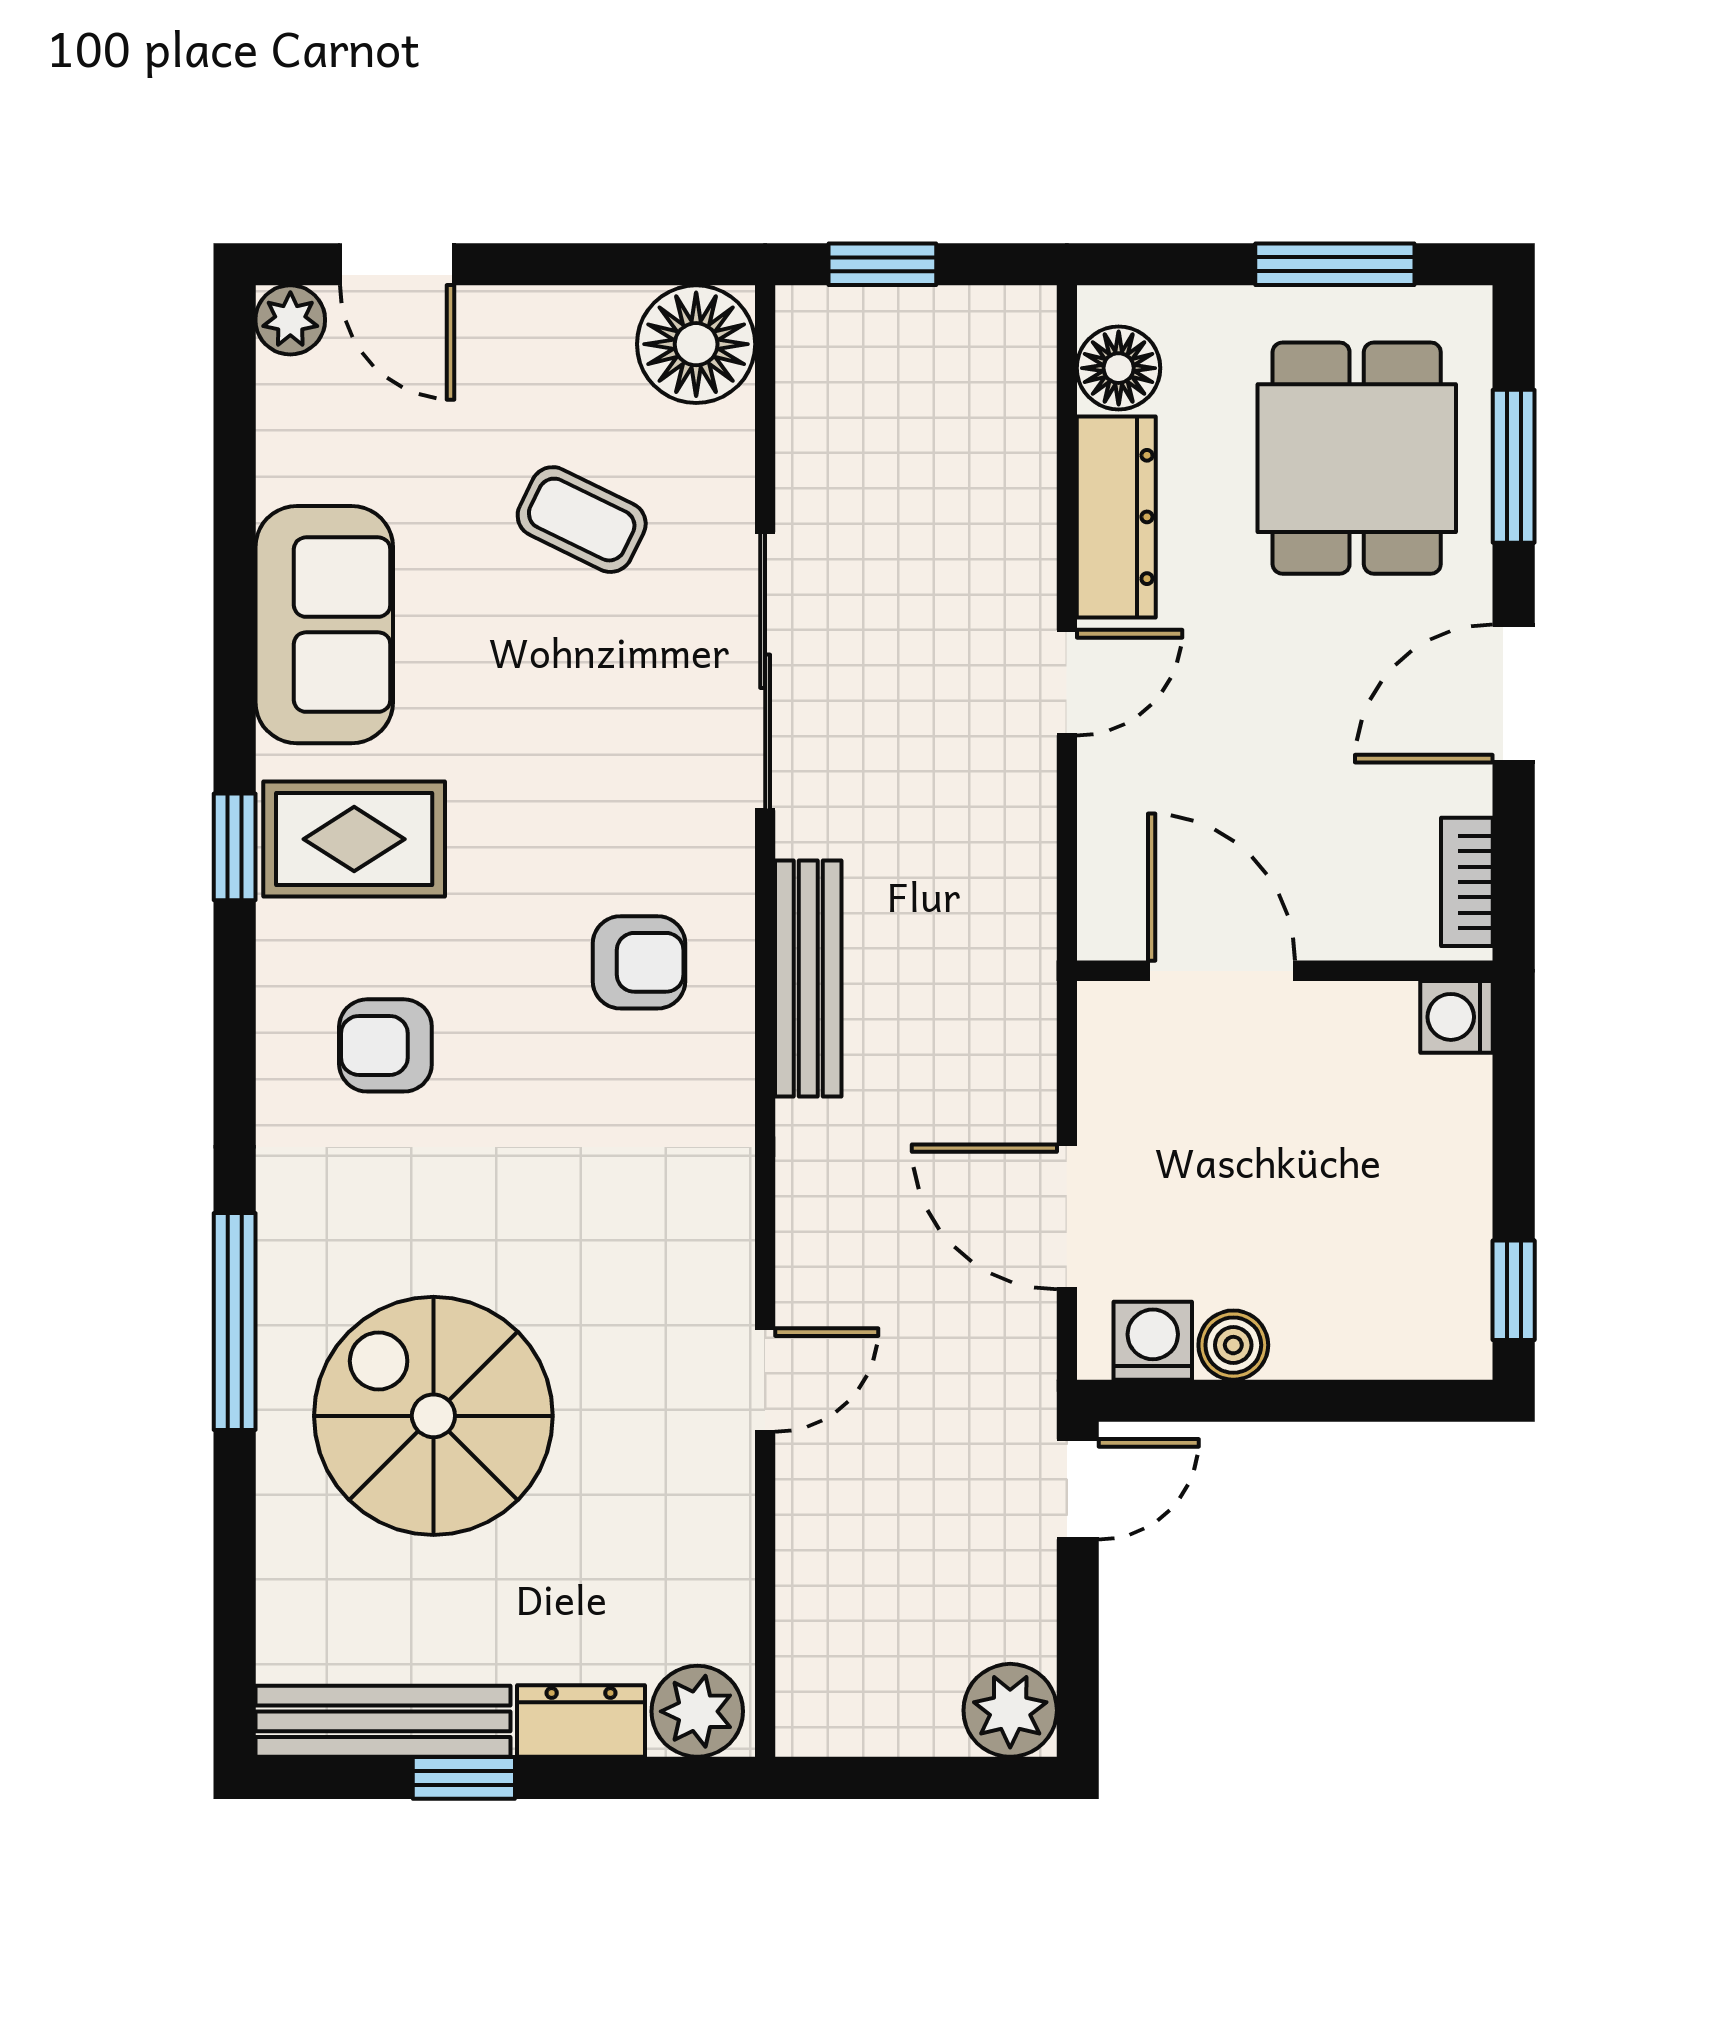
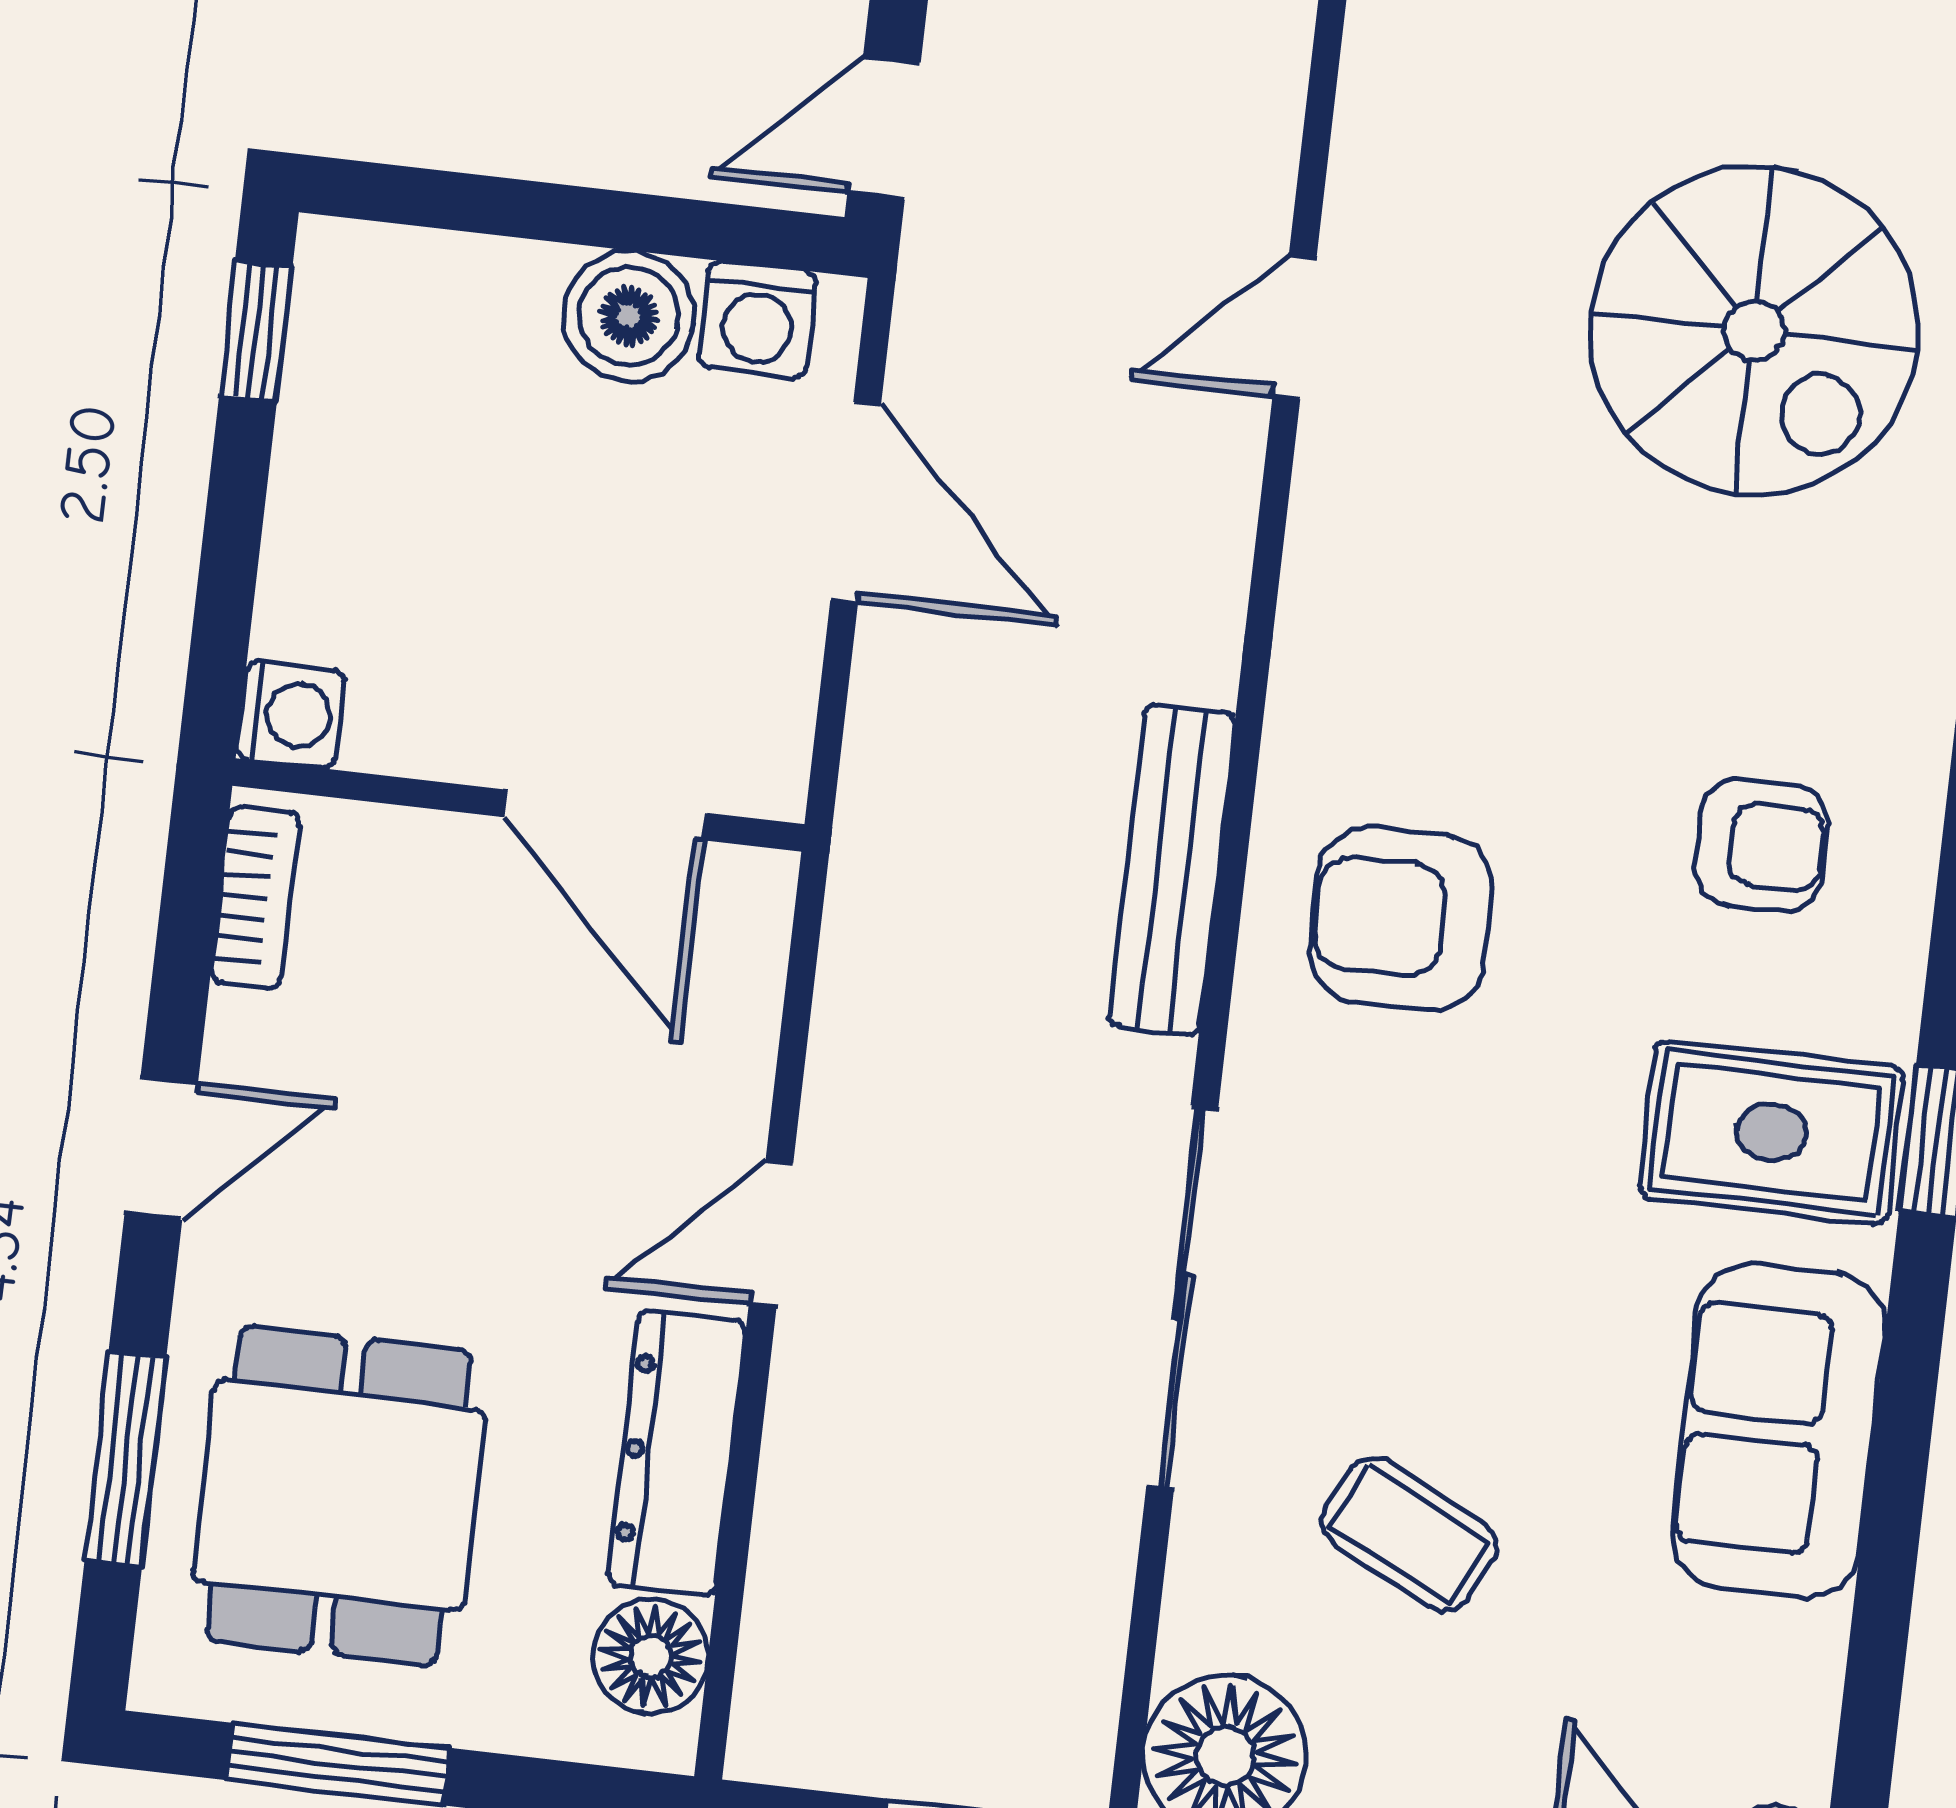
door: (1514, 694) -> (161, 1148), width x0.73
armchair: (639, 962) -> (1401, 919), width x1.38, depth x1.38
boiler: (1233, 1345) -> (629, 316), width x1.36, depth x1.36

